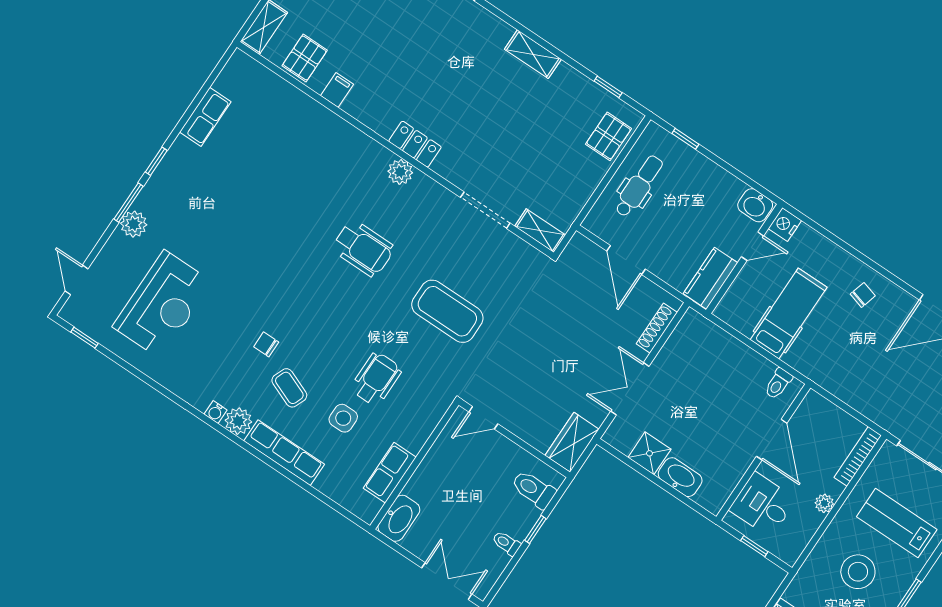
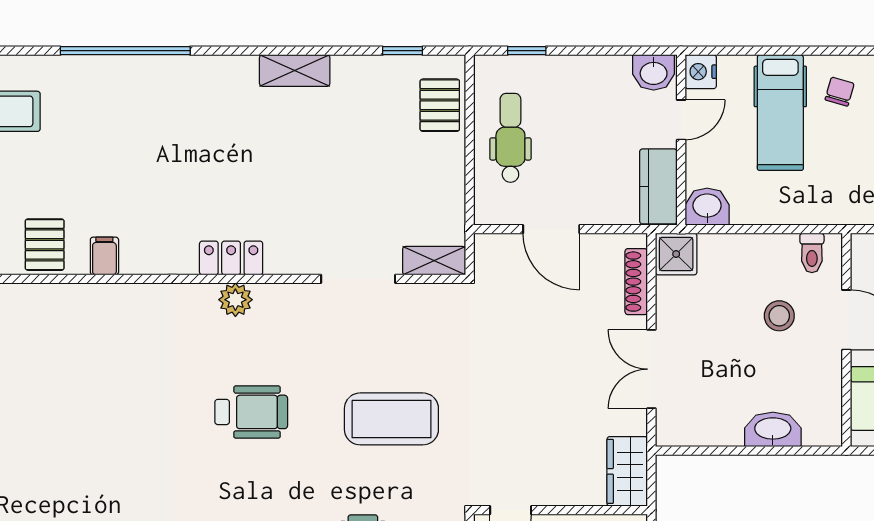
washbasin: (732, 311) -> (707, 207), added
hospital bed: (789, 314) -> (780, 112), moved, turned 180
stool: (732, 409) -> (779, 316), added
shower: (649, 453) -> (676, 254), moved

